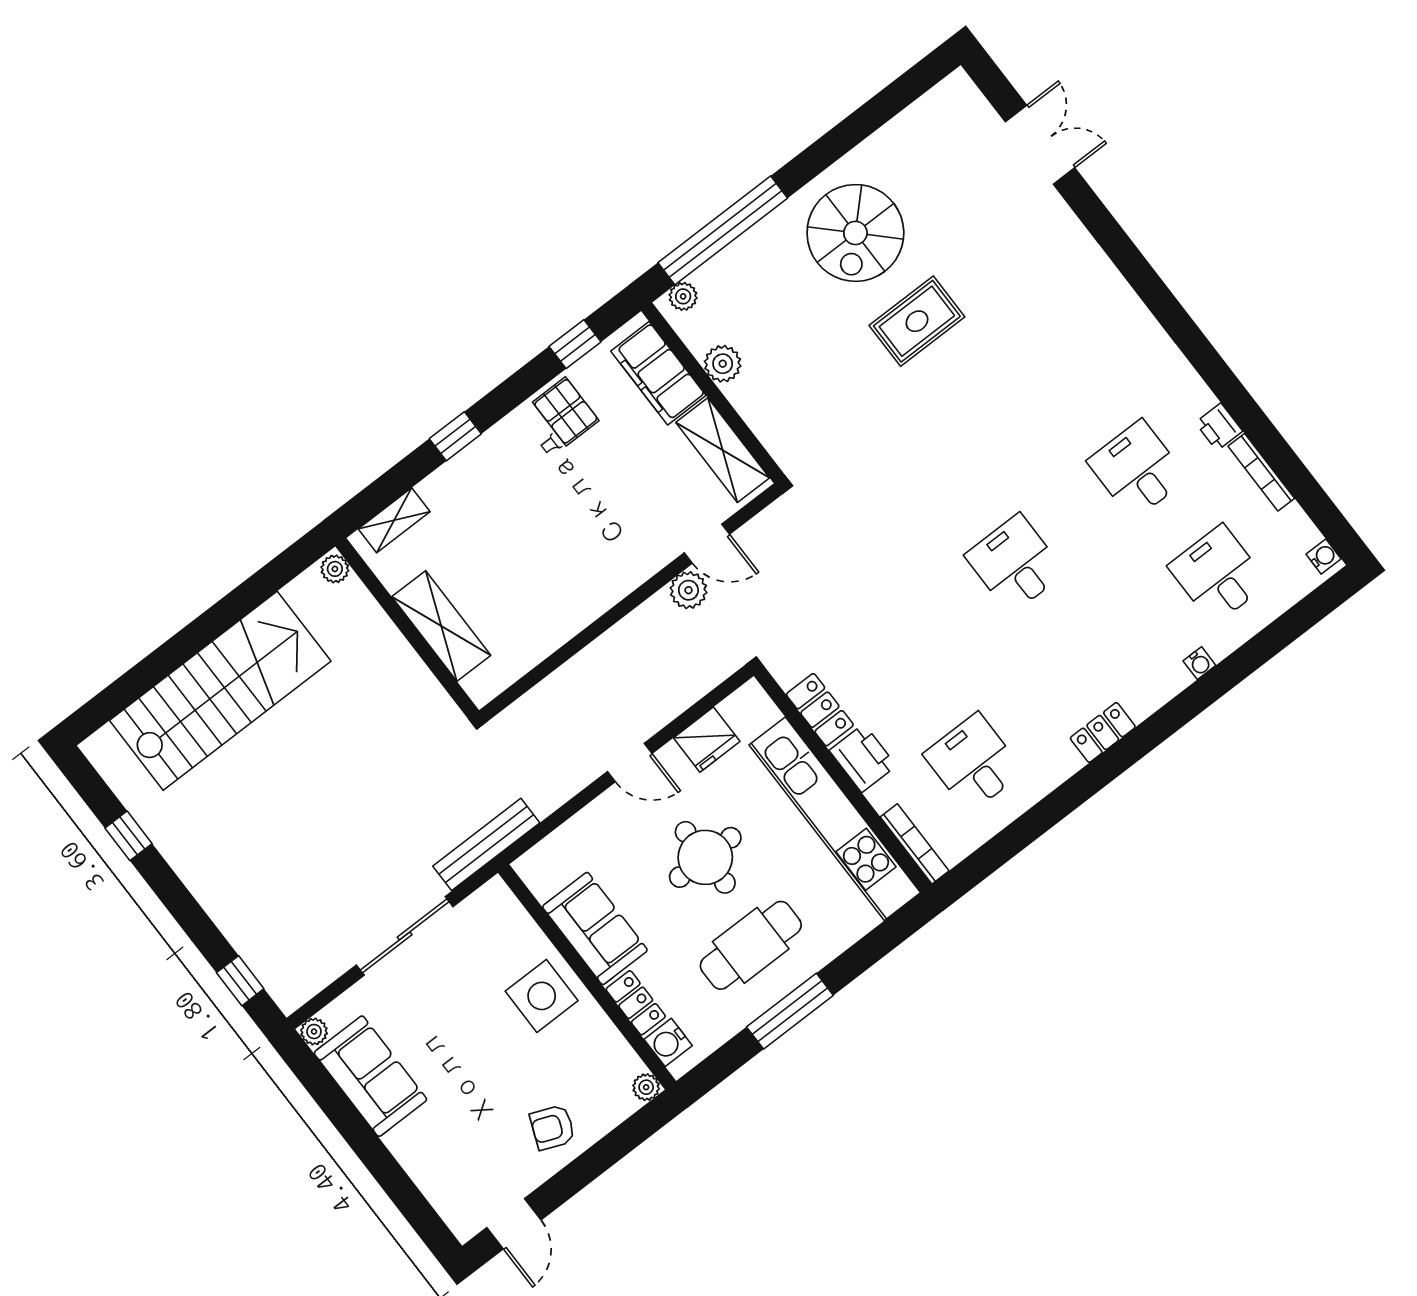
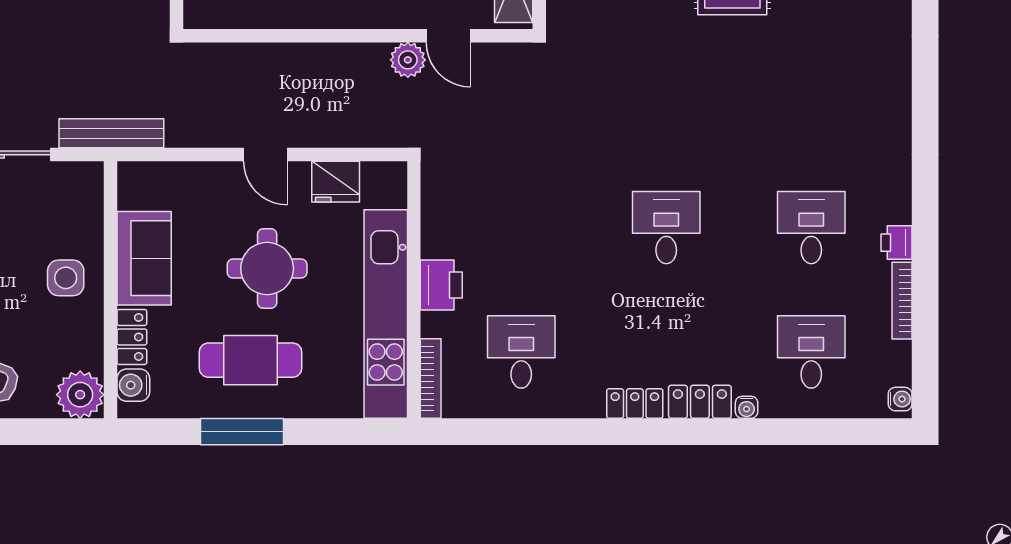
locker: (820, 710) -> (700, 402), moved, turned -90
side table: (542, 996) -> (66, 278), width x0.73, depth x0.73
plant: (646, 1087) -> (80, 395), width x1.88, depth x1.88

